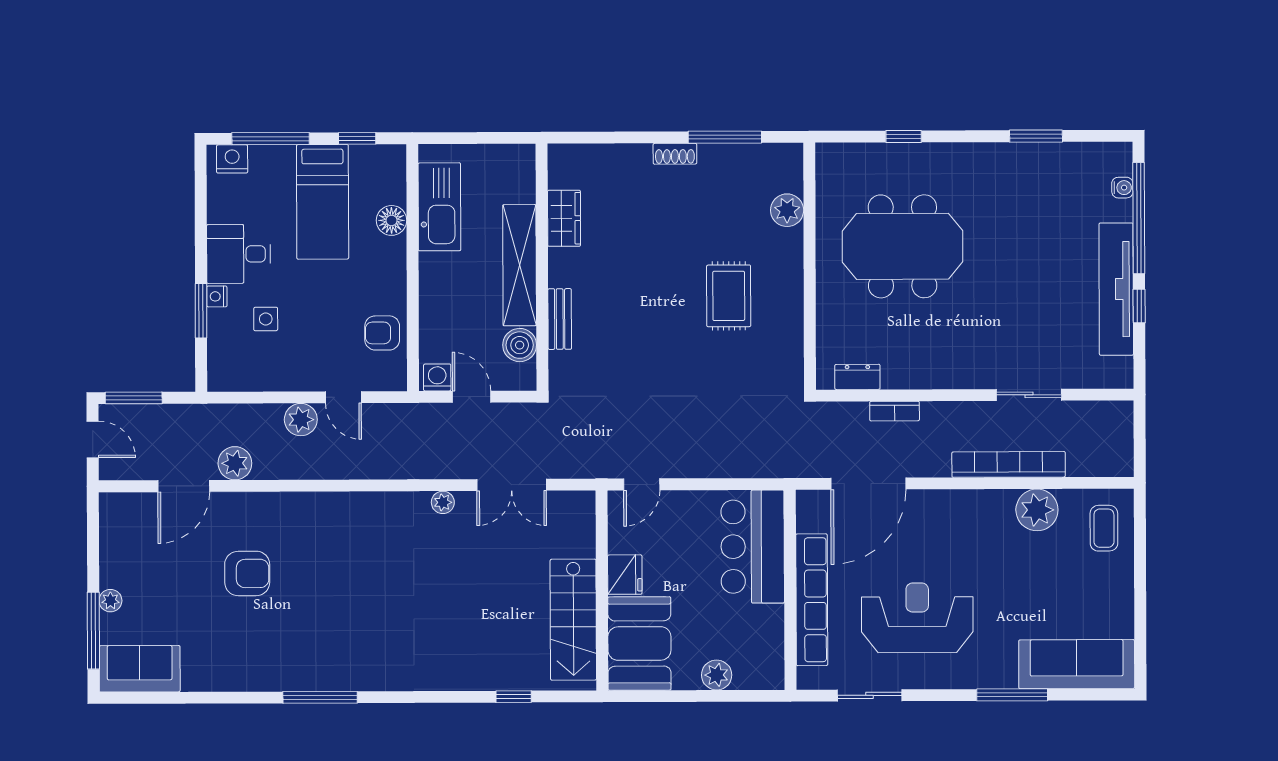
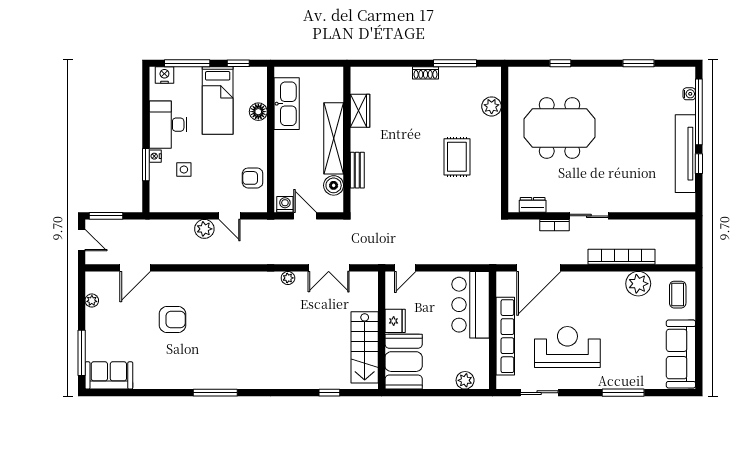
desk: (238, 254) -> (168, 125), width x1.37
sliding door: (1029, 395) -> (589, 216), moved
plant: (235, 463) -> (165, 254), removed
plant: (110, 601) -> (92, 301), moved
sofa: (1077, 664) -> (681, 354), moved, turned -90
plant: (717, 675) -> (465, 380), moved

